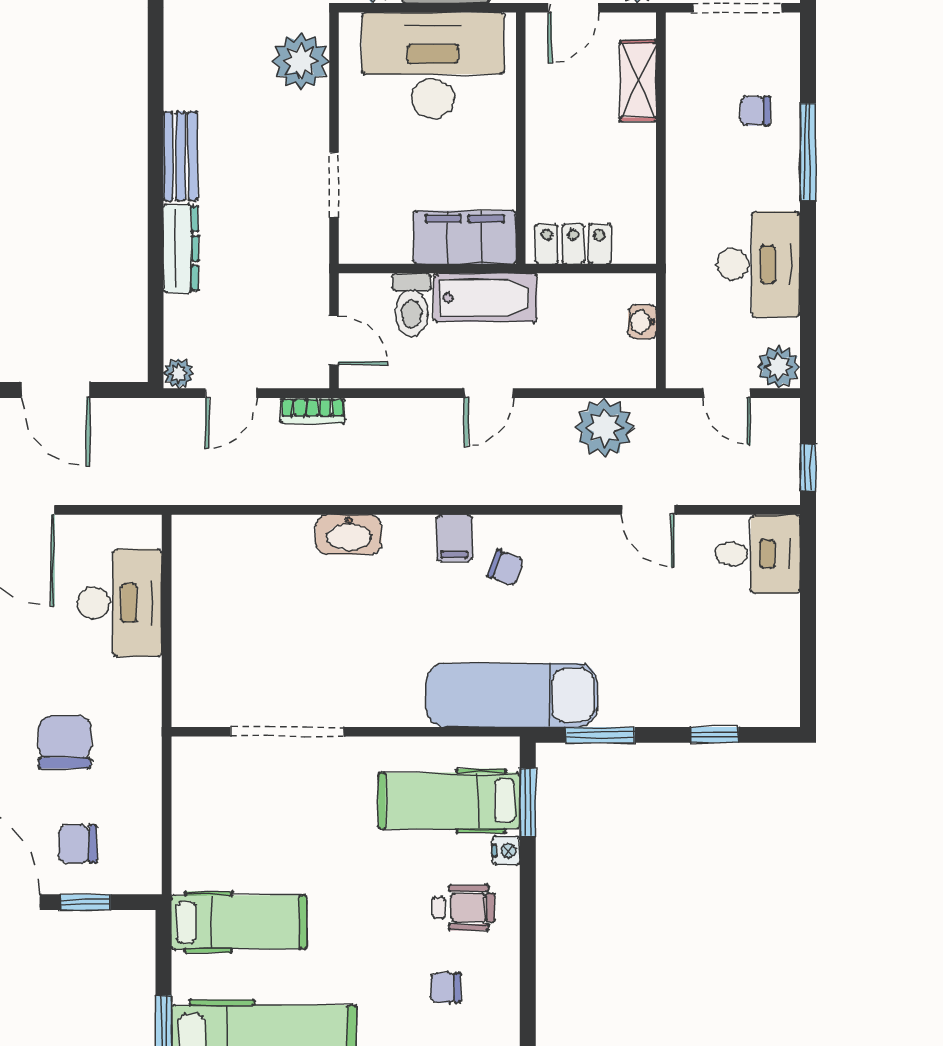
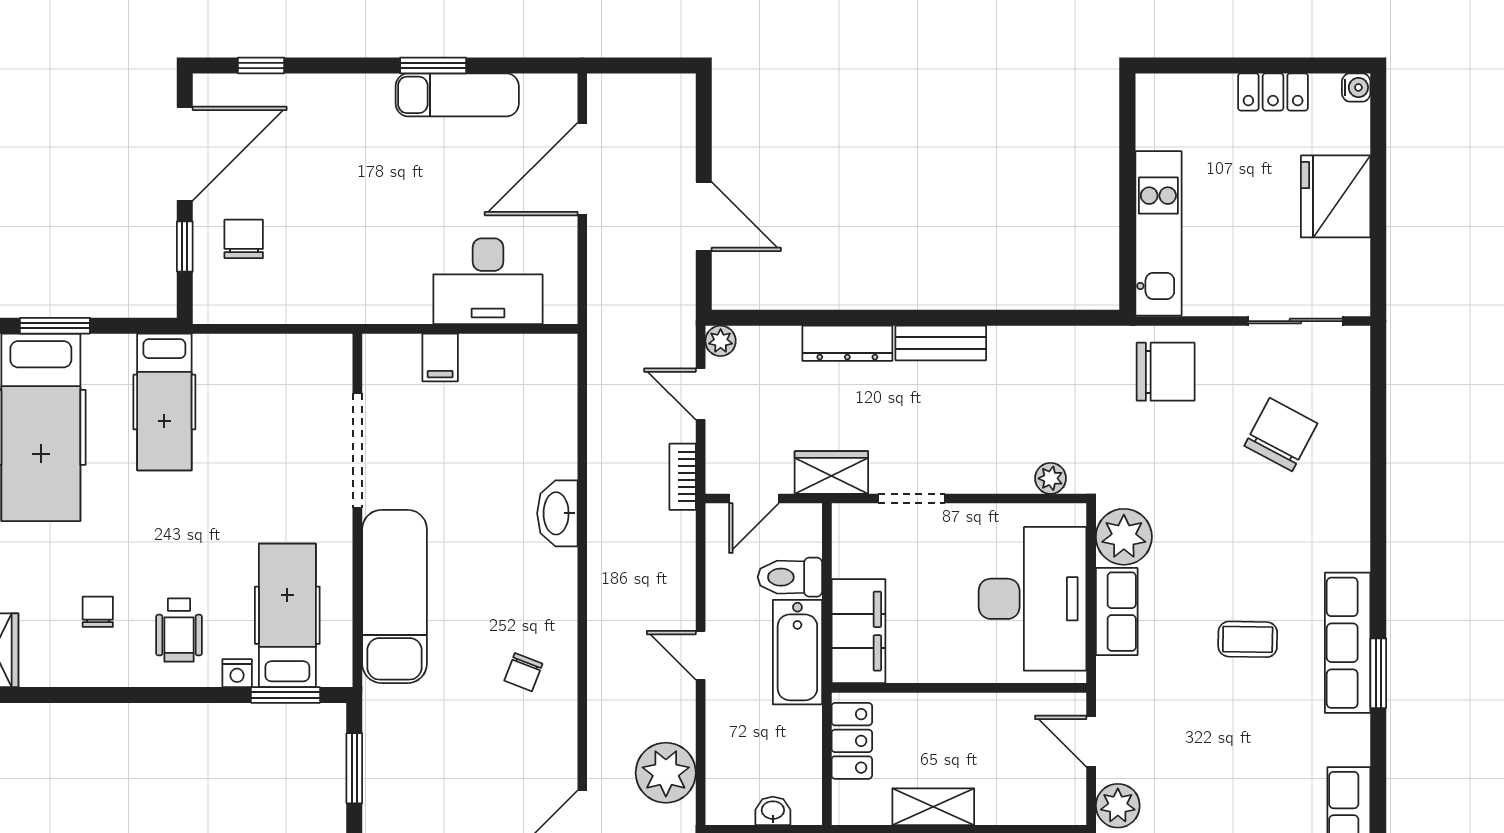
plant: (301, 61) -> (1051, 478), width x0.53, depth x0.53
shelving: (638, 80) -> (933, 807), moved
wardrobe: (308, 264) -> (831, 472), added
door: (56, 390) -> (704, 217), swing flipped
filing cabinet: (454, 538) -> (440, 357), moved, turned -90
exam couch: (511, 695) -> (395, 596), moved
chair: (65, 742) -> (347, 226), removed

